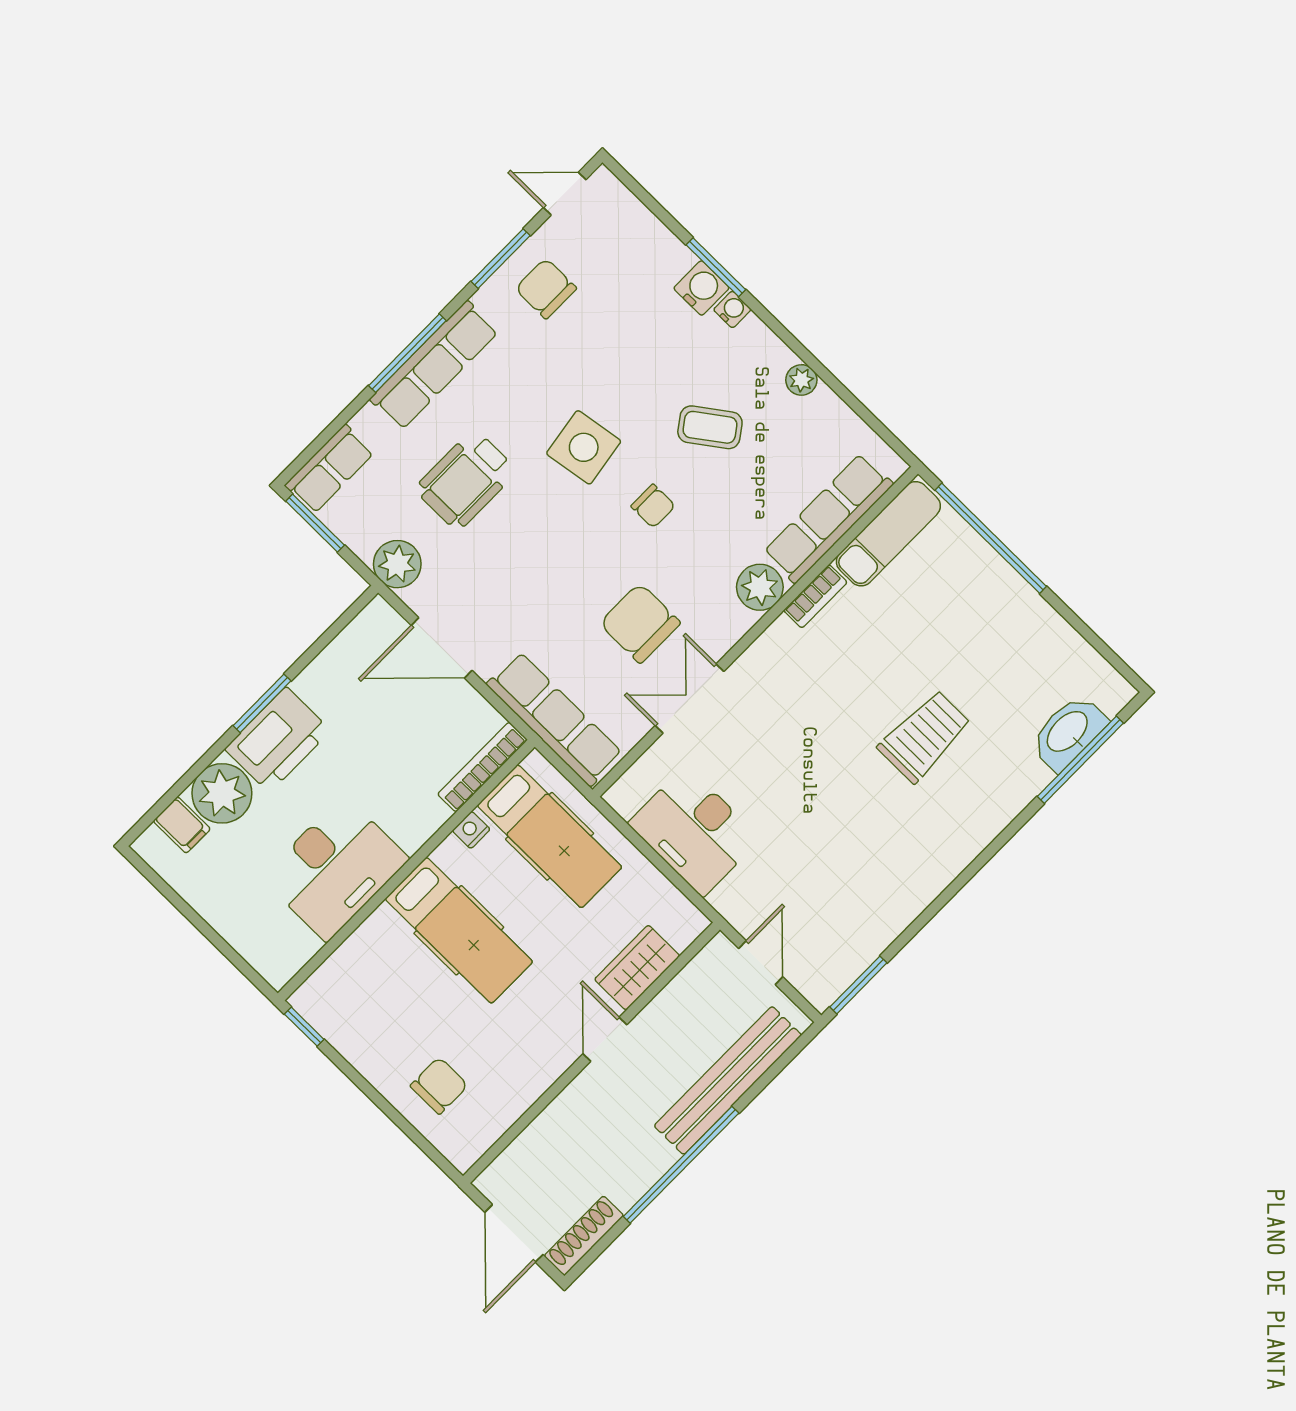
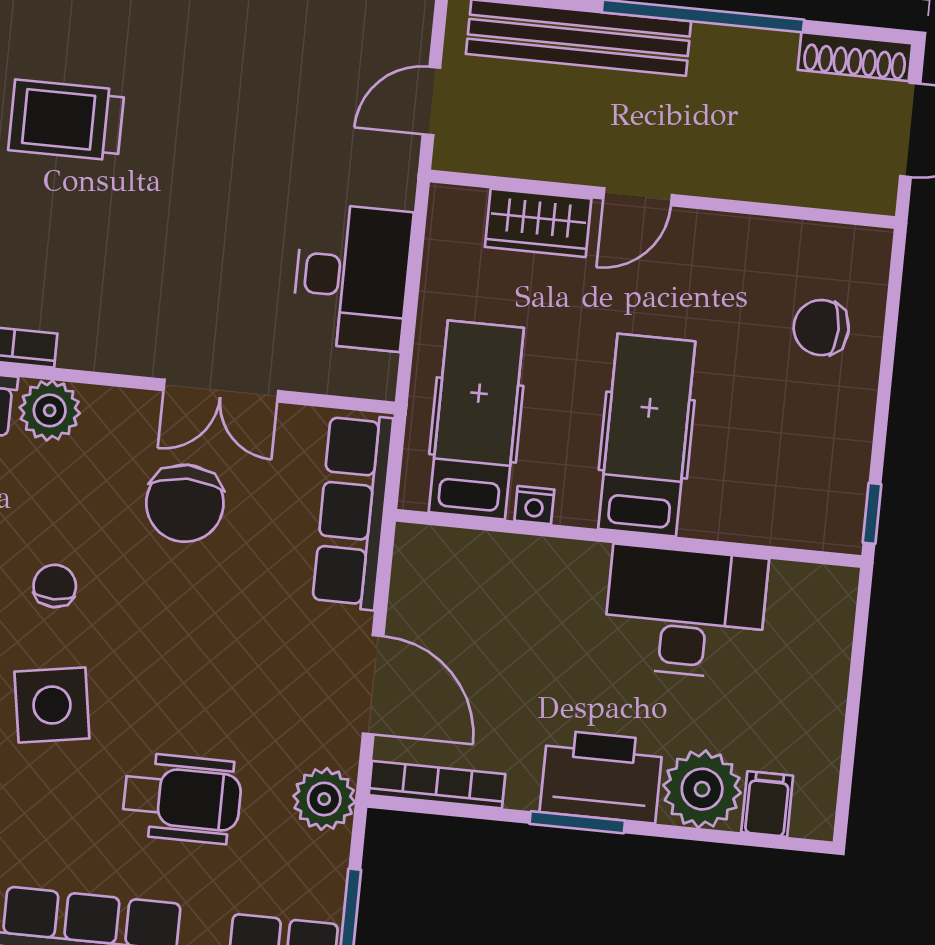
bookcase: (482, 767) -> (437, 785), moved, turned 180

